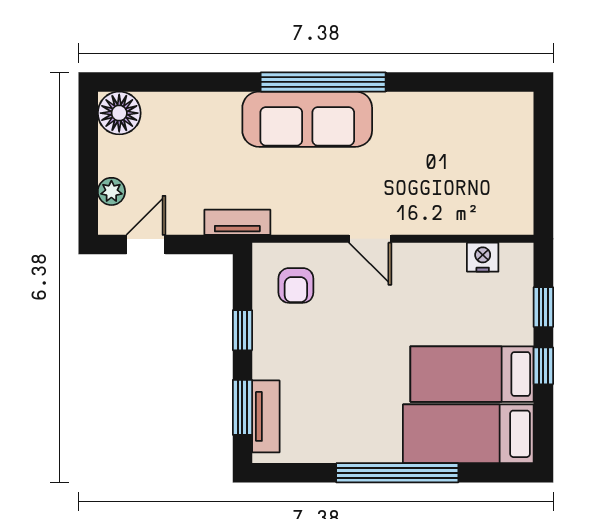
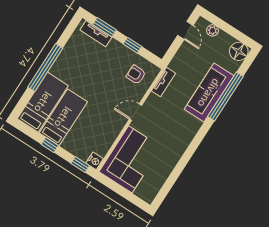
window: (323, 82) -> (226, 96), moved
sofa: (307, 119) -> (209, 93), moved
corner sofa: (469, 189) -> (130, 159), added
tv unit: (237, 222) -> (163, 82), moved
nightstand: (483, 257) -> (95, 161), moved
window: (543, 307) -> (80, 165), moved

